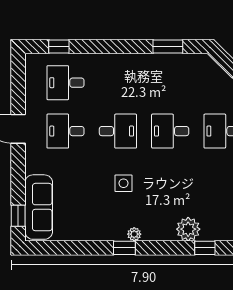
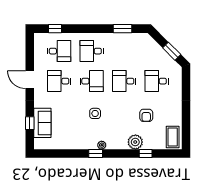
desk: (65, 83) -> (59, 51), turned 180
desk: (118, 83) -> (92, 51), added
armchair: (206, 186) -> (146, 115), added
sofa: (39, 207) -> (42, 123), width x0.73
window: (18, 216) -> (30, 123), moved

